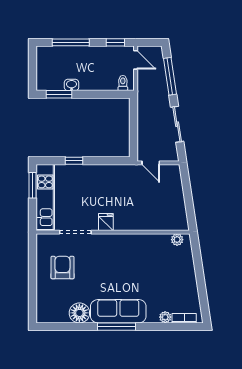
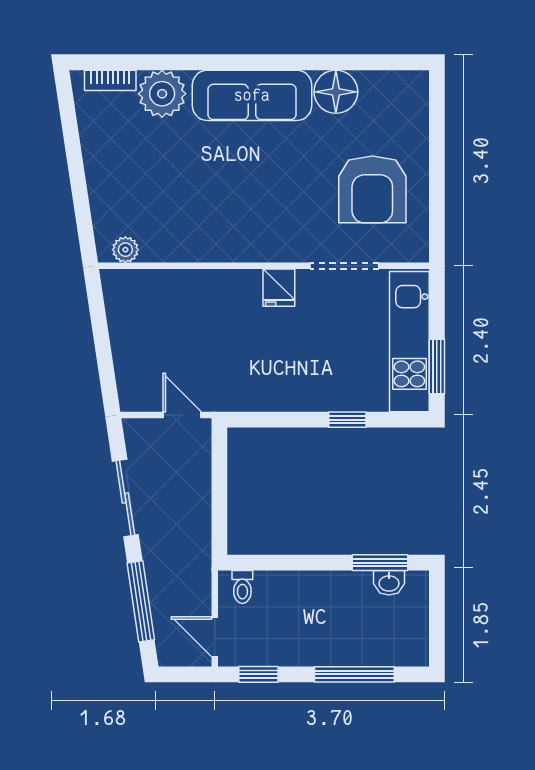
washbasin: (72, 85) -> (389, 583), moved
armchair: (62, 268) -> (372, 189), width x1.36, depth x1.36
plant: (165, 317) -> (162, 94), width x1.88, depth x1.88
window: (117, 327) -> (256, 62), removed

